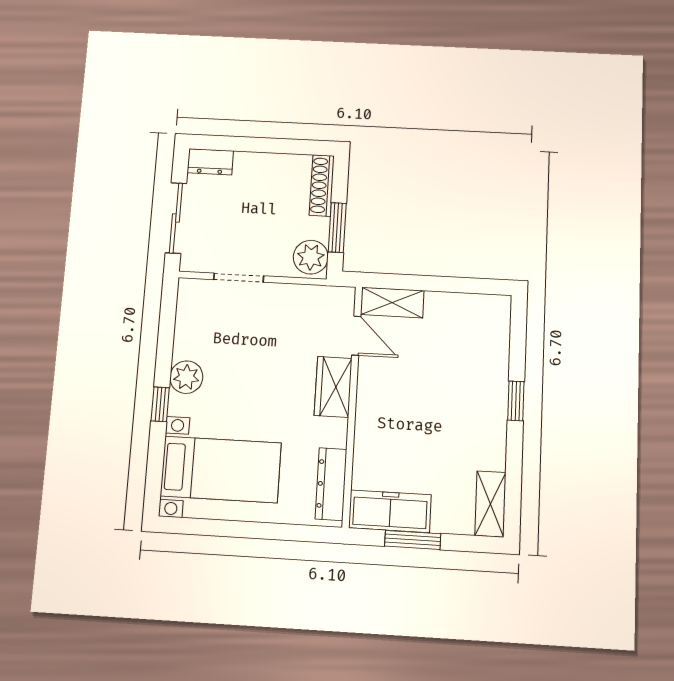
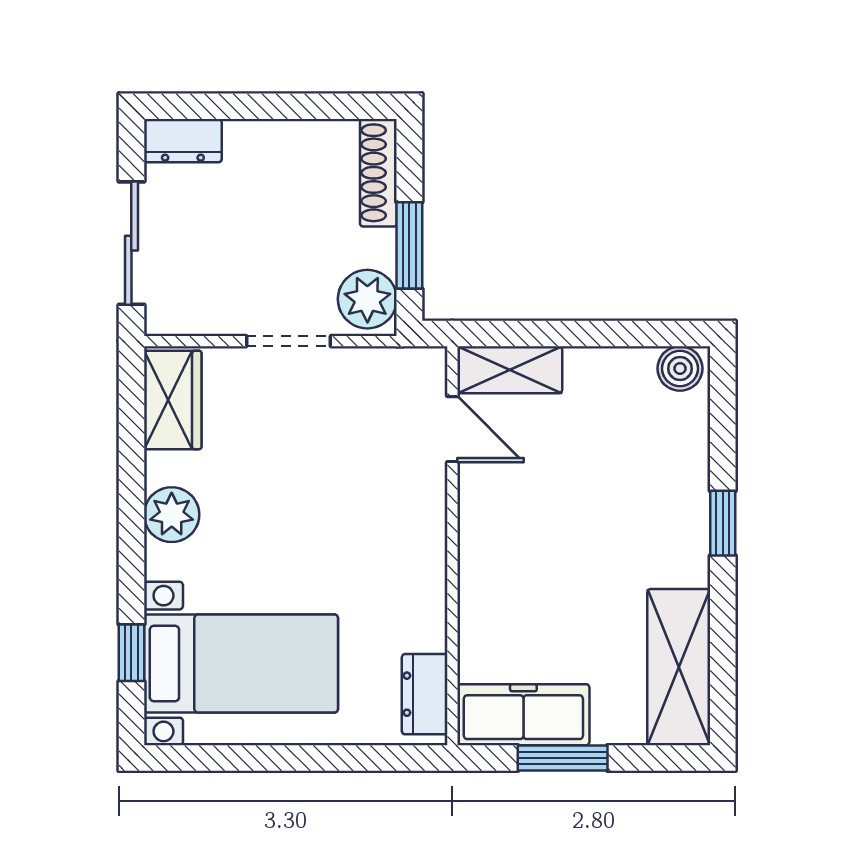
doorway: (239, 278) -> (289, 341), moved
boiler: (493, 307) -> (680, 369), added
wardrobe: (333, 387) -> (173, 400), moved, turned 180
window: (160, 404) -> (131, 653), moved
dresser: (331, 484) -> (425, 694), width x0.70
shelving: (490, 504) -> (679, 667), width x1.50, depth x1.33

